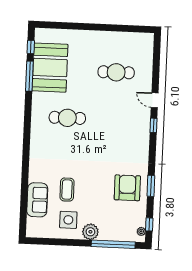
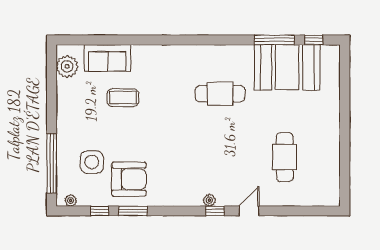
cafe table: (67, 118) -> (220, 94), turned 90
plant: (145, 129) -> (209, 200), added
side table: (68, 220) -> (92, 162), moved
window: (149, 224) -> (100, 211), moved
plant: (90, 232) -> (67, 66), moved

